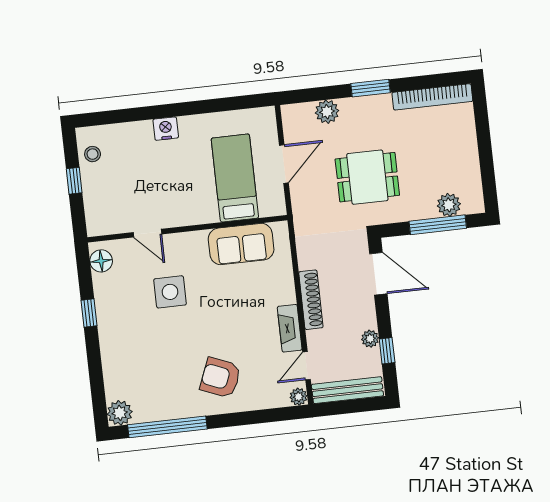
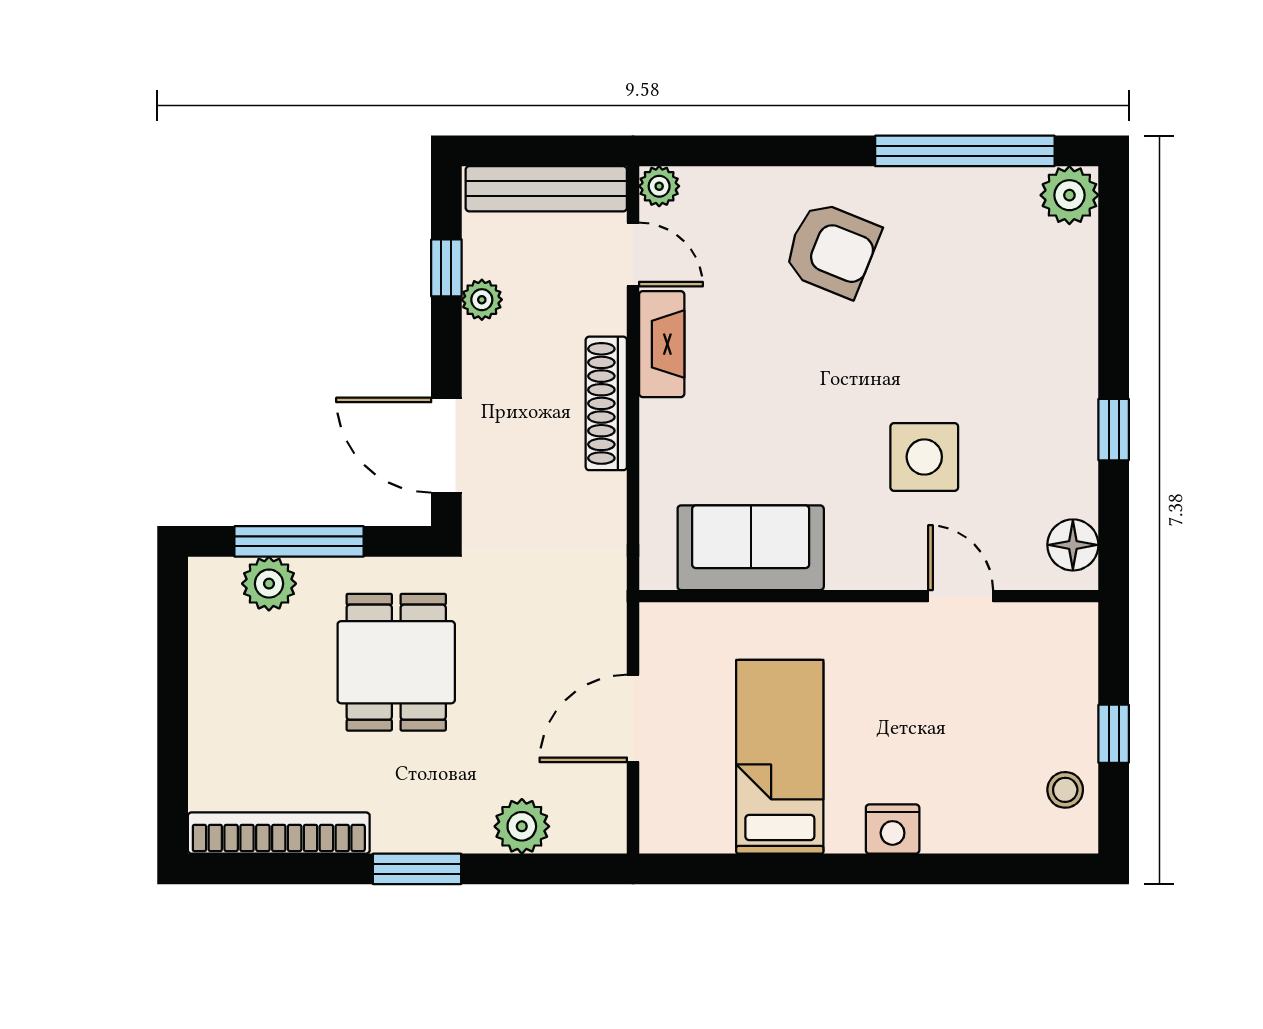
dining table: (367, 177) -> (396, 662), moved, turned 90
bed: (235, 178) -> (780, 757), moved, turned 180
door: (307, 366) -> (633, 255), hinge flipped

